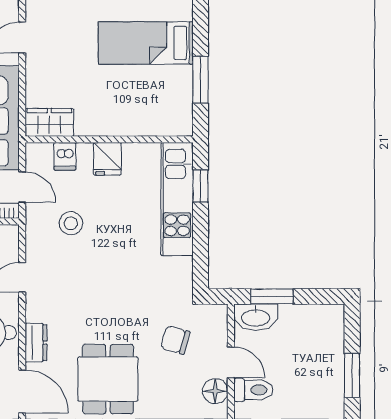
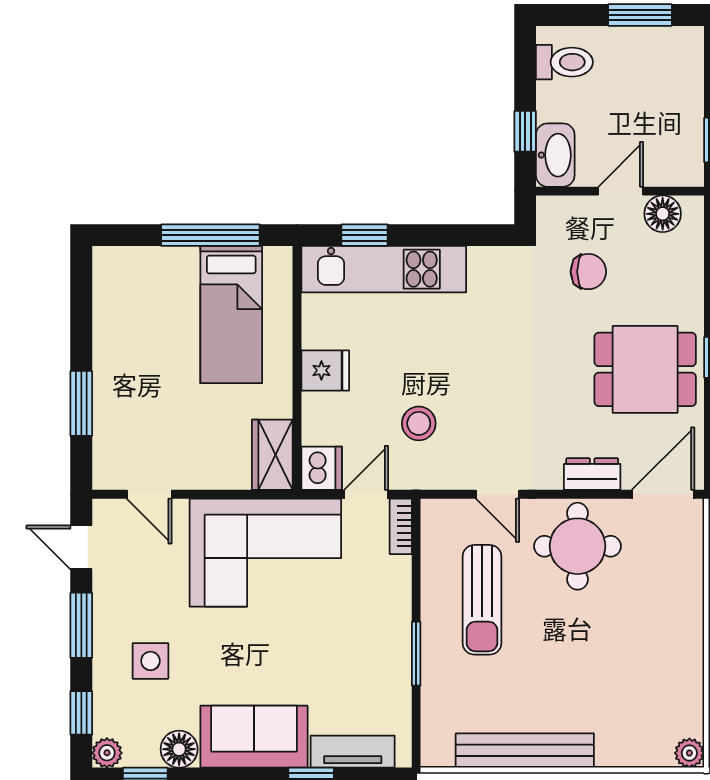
bed: (146, 43) -> (231, 315), moved
window: (201, 80) -> (210, 235), width x1.44
dishwasher: (65, 156) -> (322, 468), moved, width x1.38
window: (272, 296) -> (525, 131), width x0.67
chair: (175, 340) -> (588, 272), turned -106
toilet: (253, 390) -> (564, 62), moved, turned 90

